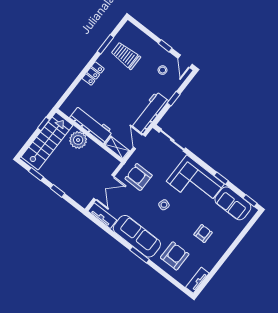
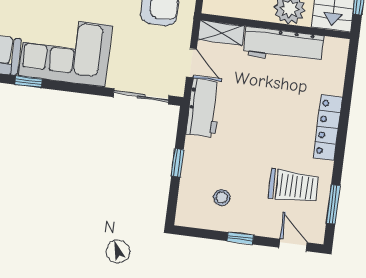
window: (106, 44) -> (333, 204), moved
door: (185, 61) -> (293, 245), moved
locker: (93, 74) -> (328, 128), width x1.53
workbench: (150, 113) -> (204, 108), width x0.73

